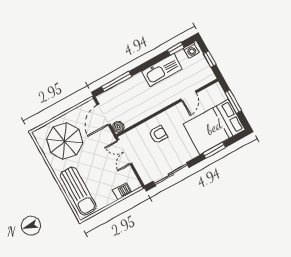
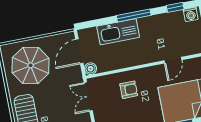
kitchen sink: (162, 70) -> (118, 32), moved
window: (117, 81) -> (134, 15), moved

